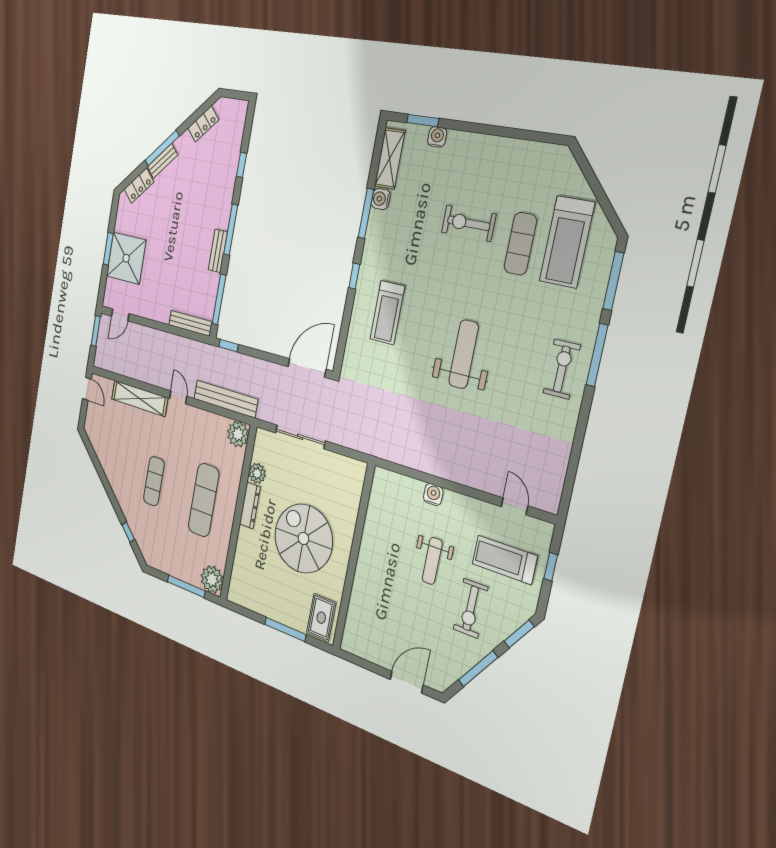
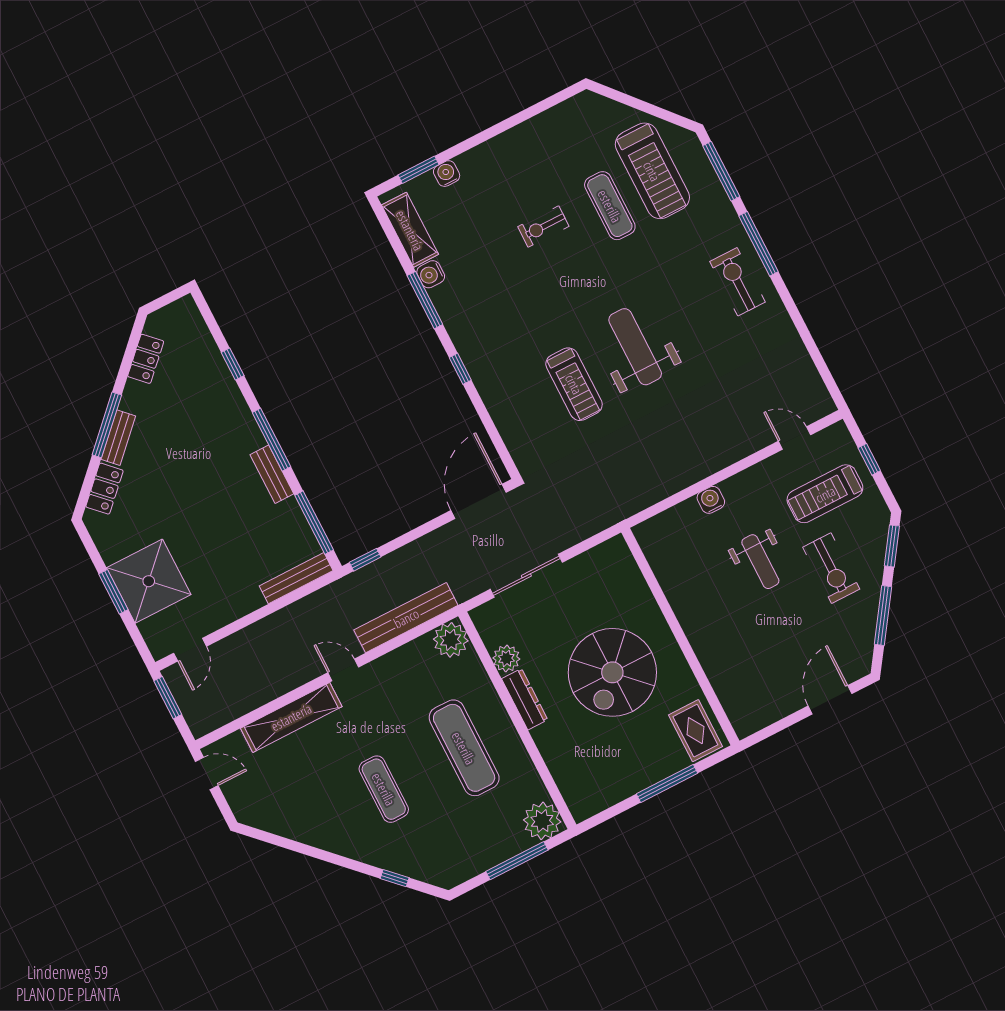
exercise bike: (469, 223) -> (543, 227), width x0.73, depth x0.72
treadmill: (387, 313) -> (574, 384), moved
spiral stairs: (303, 538) -> (612, 672), turned -90

